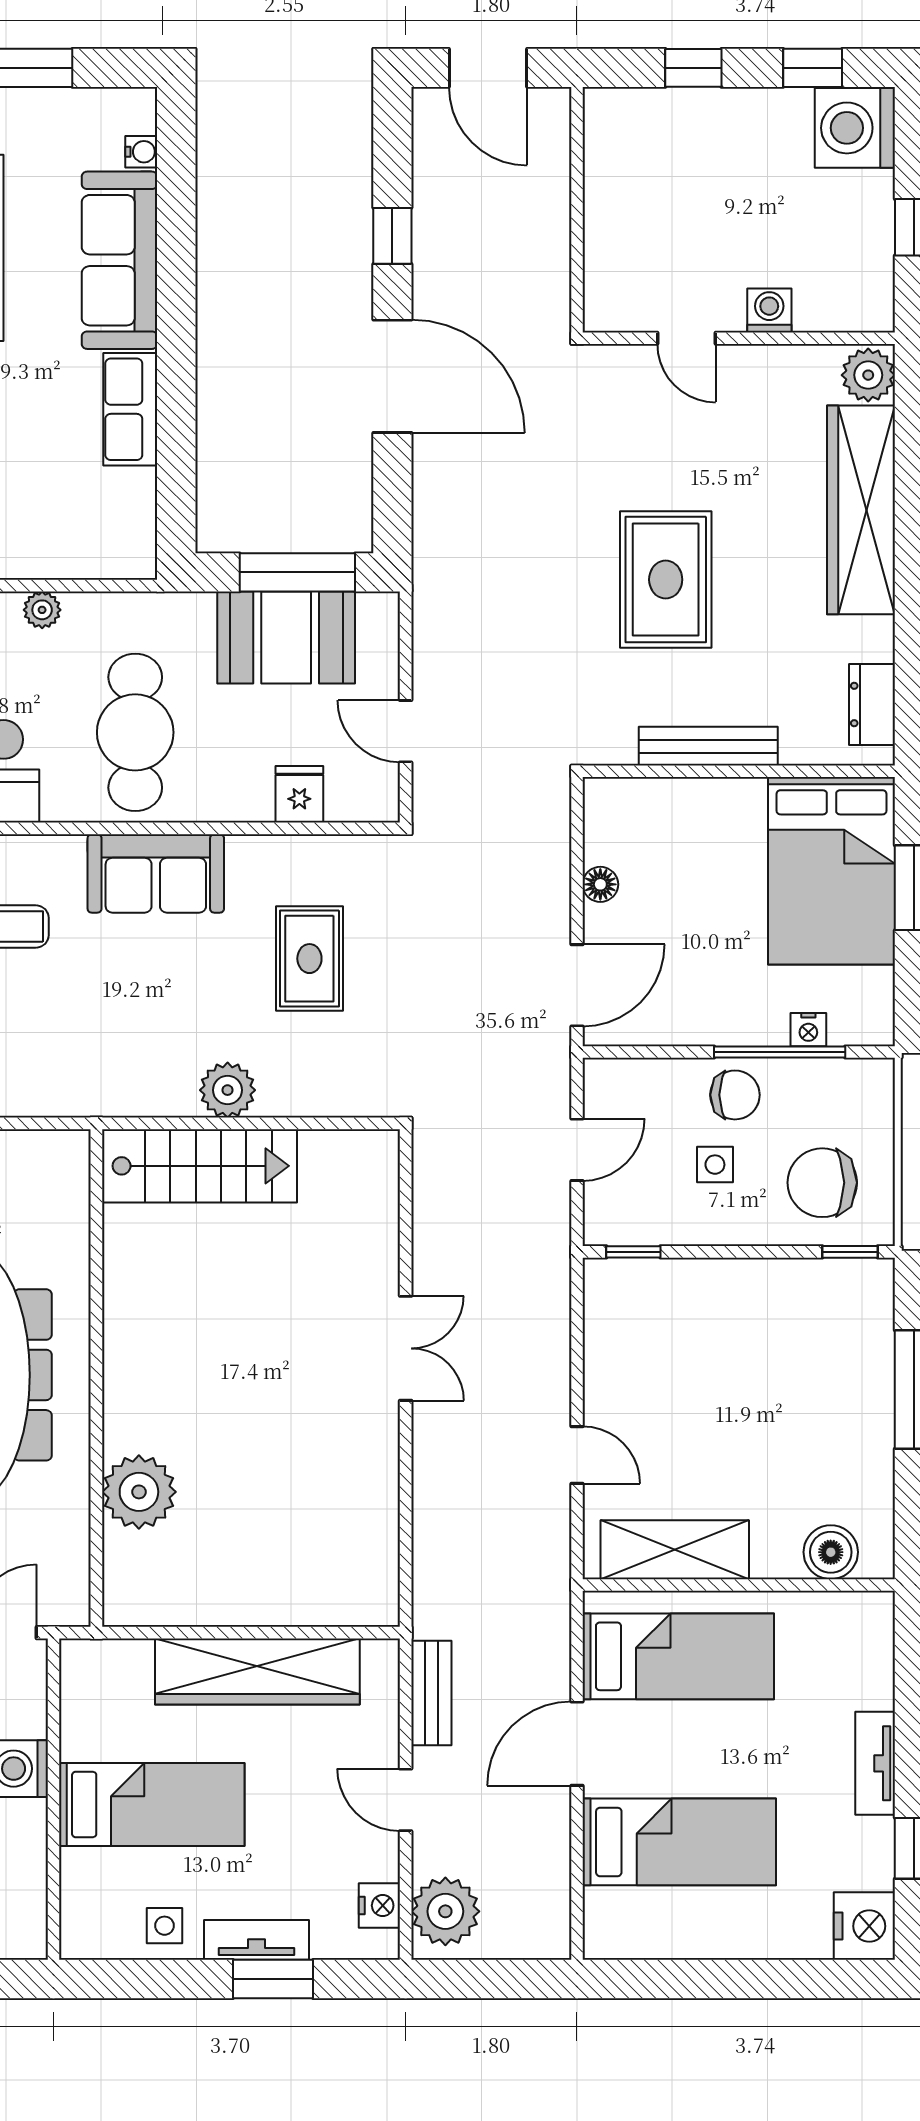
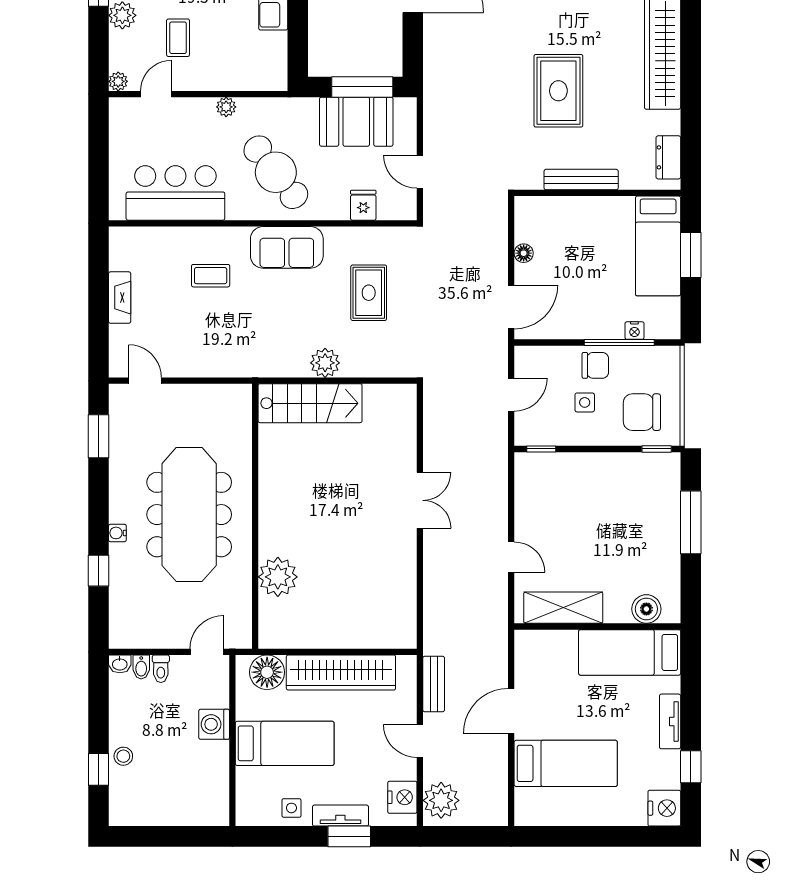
cafe table: (135, 732) -> (276, 172), turned -38
bed: (832, 871) -> (658, 246), width x0.67
bed: (678, 1656) -> (630, 652), moved, turned 180
floor lamp: (119, 1671) -> (267, 672), added
nightstand: (379, 1906) -> (402, 797), width x1.36, depth x1.33

